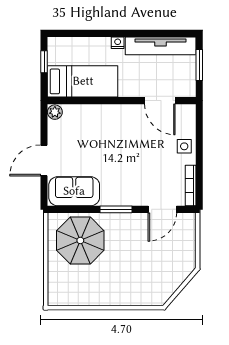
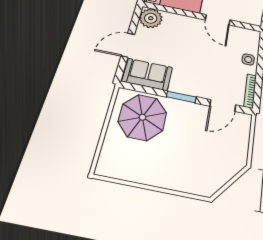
door: (160, 101) -> (218, 20), moved
plant: (55, 112) -> (151, 18), width x1.88, depth x1.88

